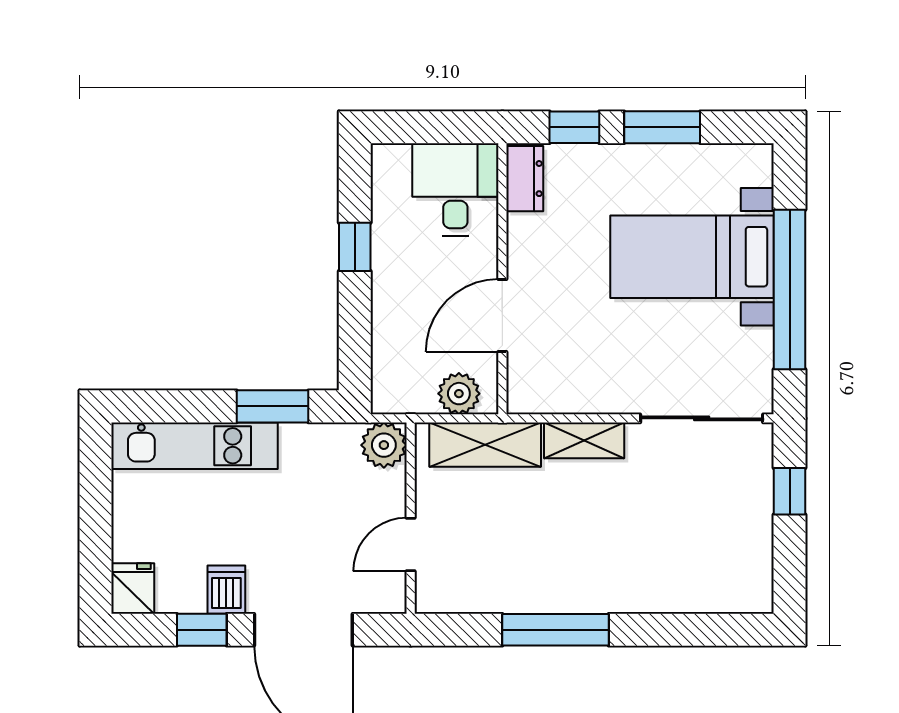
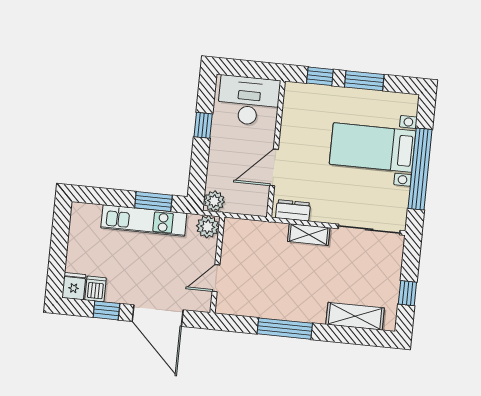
dresser: (525, 179) -> (293, 210), moved, turned -90
desk: (455, 190) -> (249, 101), width x1.37
plant: (459, 394) -> (214, 201), moved
shelving: (485, 445) -> (355, 316), moved
kitchen unit: (194, 446) -> (144, 221), moved
window: (790, 491) -> (407, 293), moved
dishwasher: (226, 590) -> (96, 289), moved

